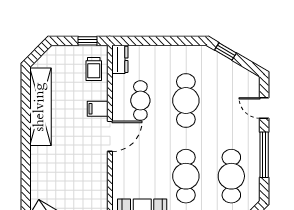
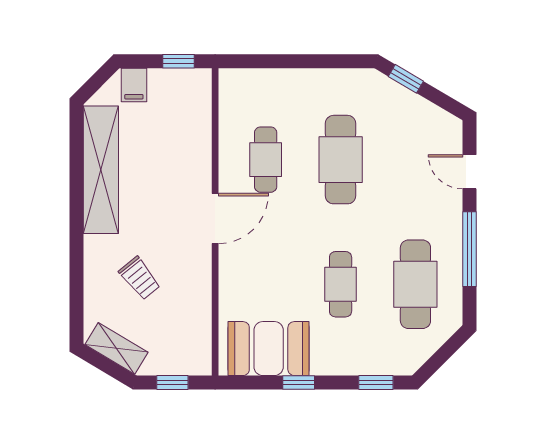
dresser: (120, 59) -> (232, 92), removed
trolley: (94, 69) -> (140, 278), moved, turned -39
filing cabinet: (98, 109) -> (134, 85), moved, turned -90
cafe table: (186, 176) -> (341, 284), width x0.73, depth x0.74

